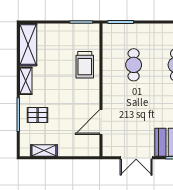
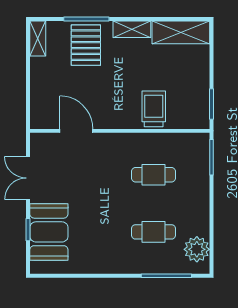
trolley: (85, 65) -> (154, 109), turned 90
pallet: (38, 115) -> (86, 45), width x1.50, depth x1.42
shelving: (44, 151) -> (38, 38), moved

